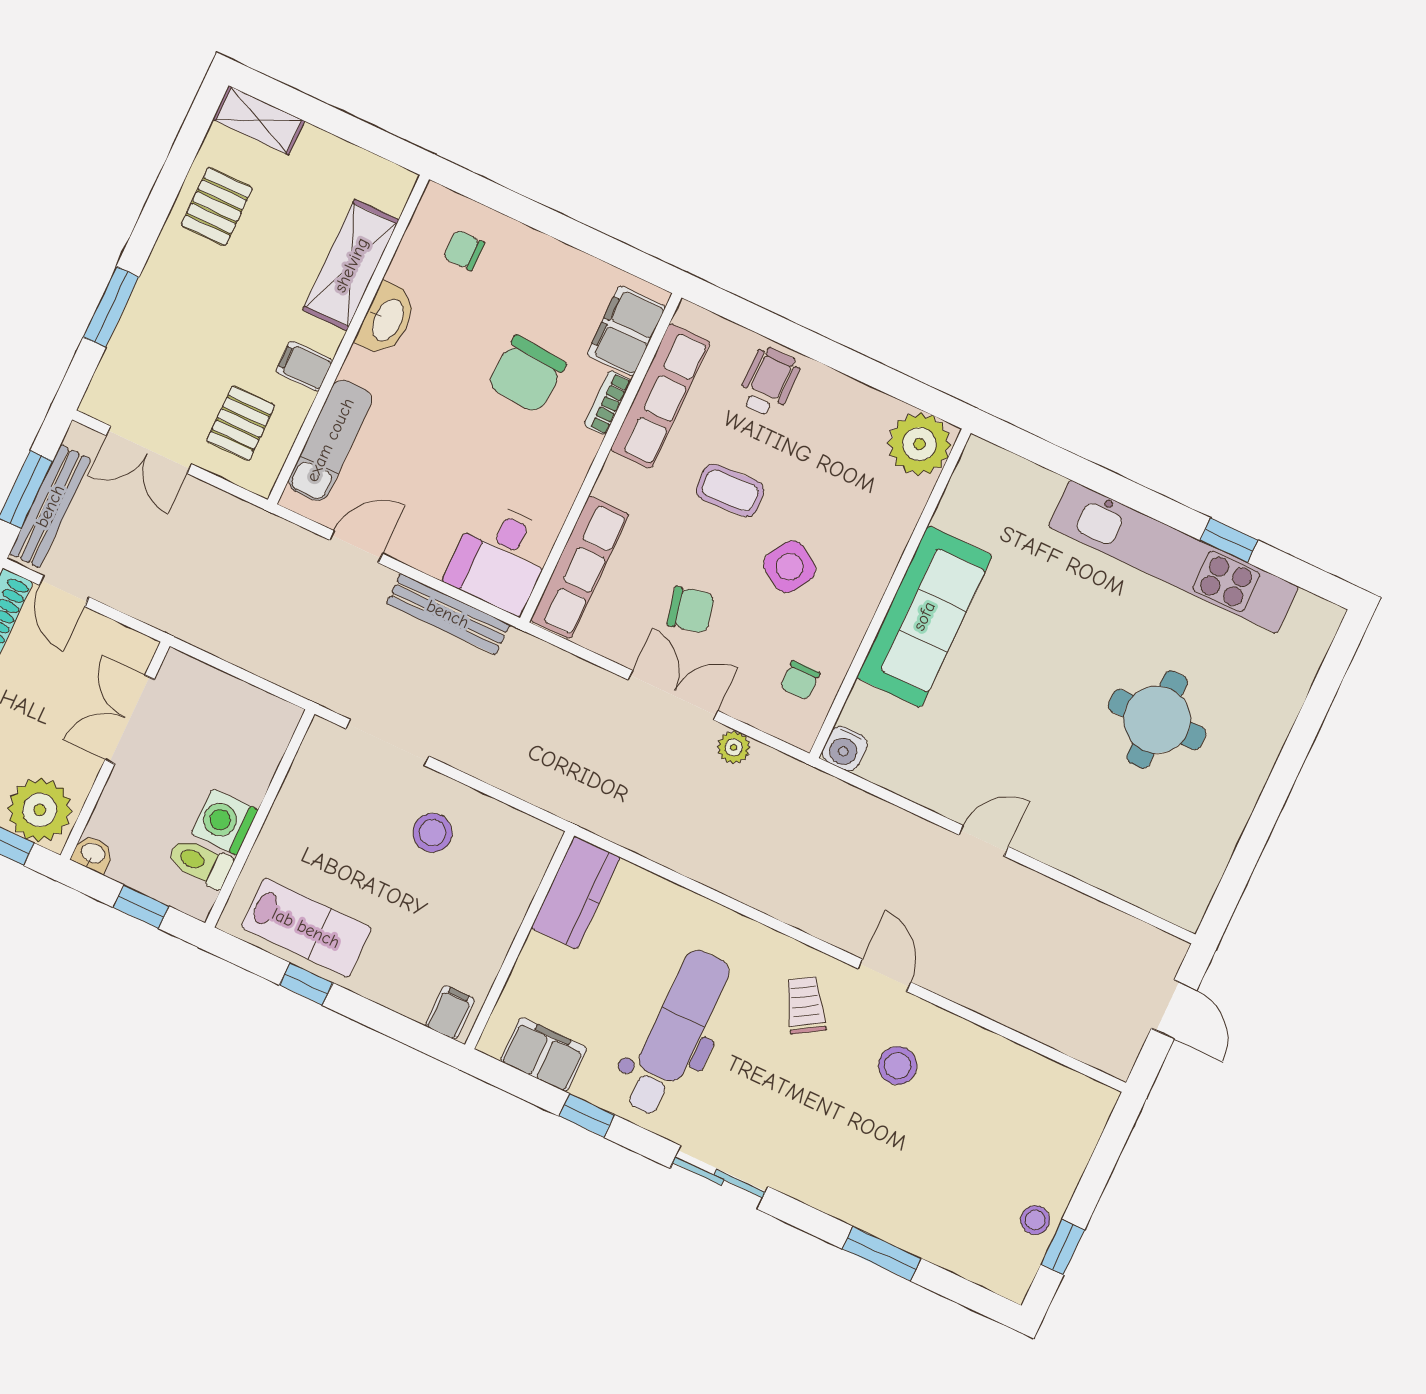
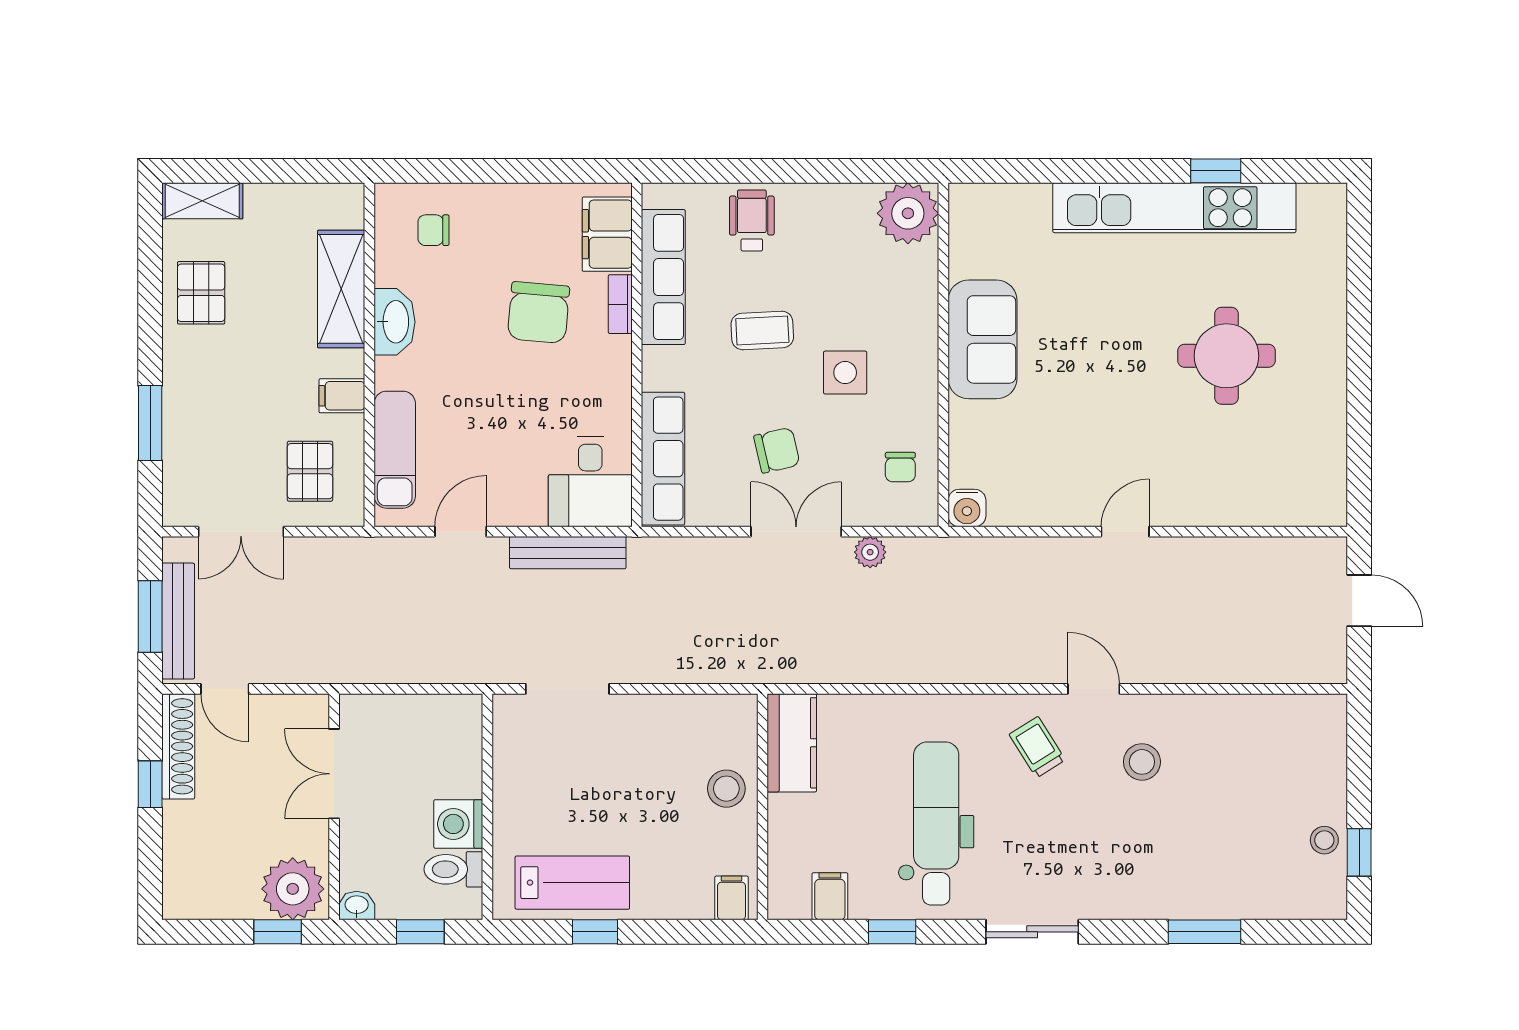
side table: (790, 567) -> (845, 373), turned -32
sofa: (924, 616) -> (982, 339), width x0.73
stool: (433, 833) -> (726, 789), moved
filing cabinet: (544, 1054) -> (830, 896), width x0.50

